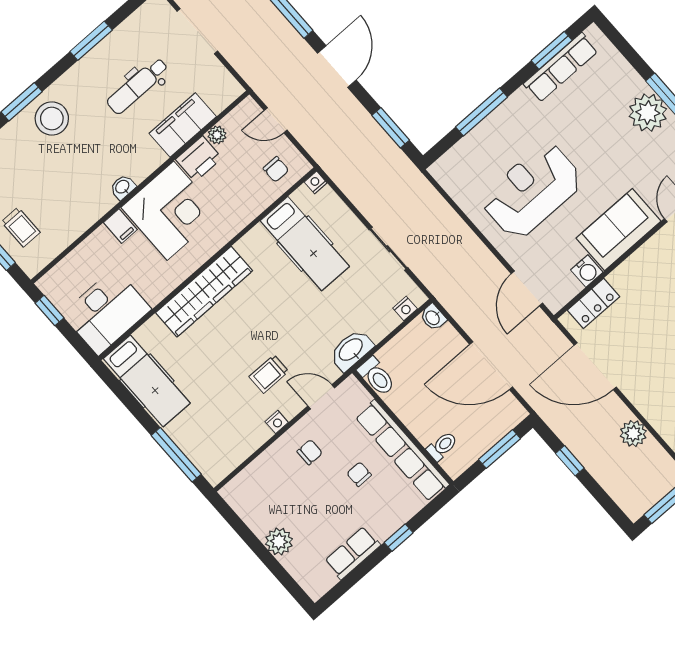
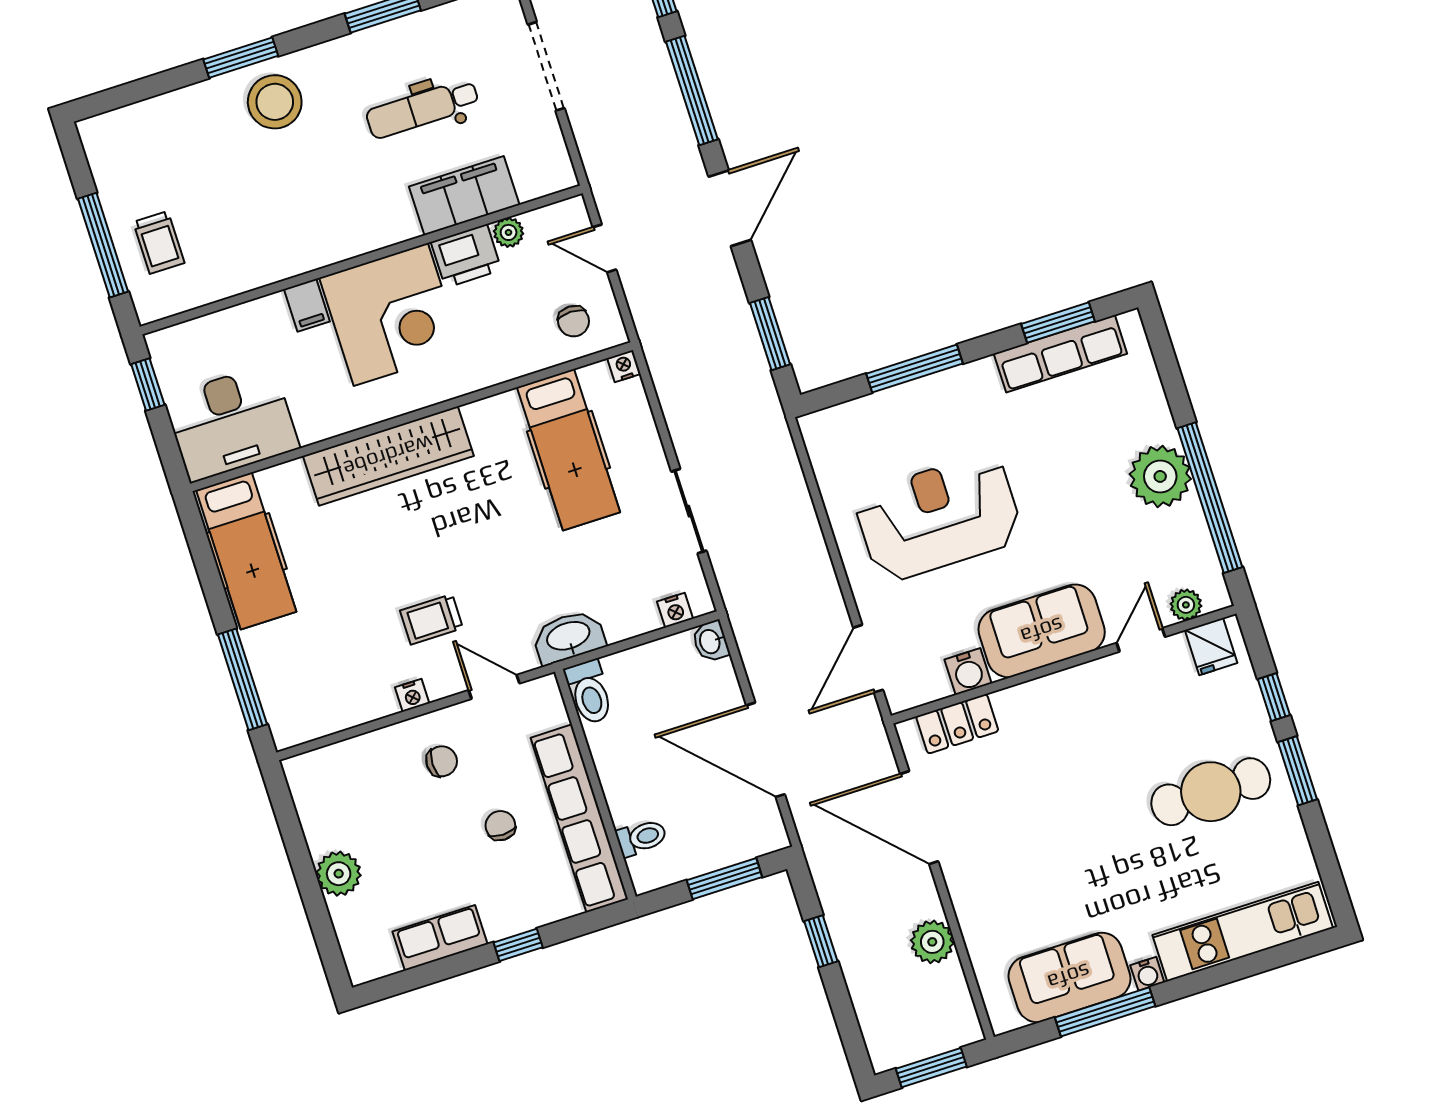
washbasin: (123, 187) -> (335, 249), removed

